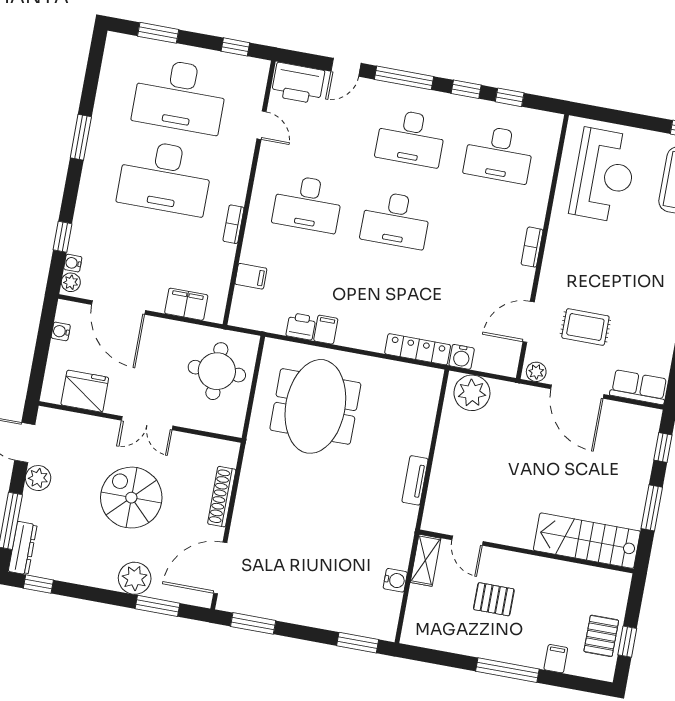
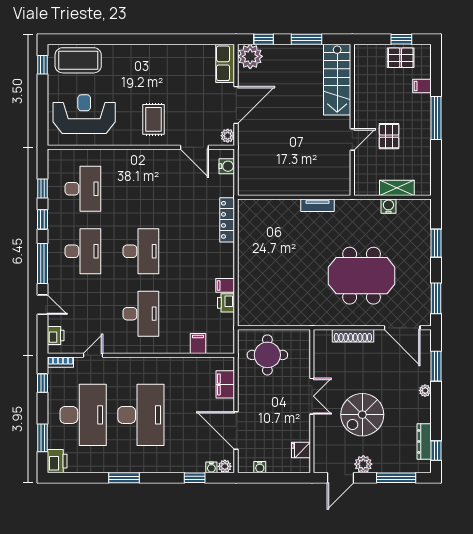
printer: (122, 47) -> (57, 461), added
printer: (298, 83) -> (56, 335), width x0.53, depth x0.68
bookcase: (233, 224) -> (60, 362), moved
bookcase: (532, 247) -> (143, 154), removed
door: (119, 307) -> (236, 430), swing flipped
rug: (585, 327) -> (154, 119), moved
water cooler: (462, 357) -> (227, 166), moved
fridge: (85, 391) -> (301, 450), width x0.53, depth x0.75
plant: (472, 393) -> (250, 56), moved
meeting table: (315, 406) -> (362, 276), moved
spiral stairs: (131, 498) -> (362, 415), moved
door: (467, 541) -> (352, 140), moved
dresser: (23, 548) -> (424, 441), moved, turned -90
shelving: (426, 560) -> (397, 188), moved
plant: (135, 578) -> (425, 391), width x0.53, depth x0.53
window: (358, 643) -> (436, 243), moved

